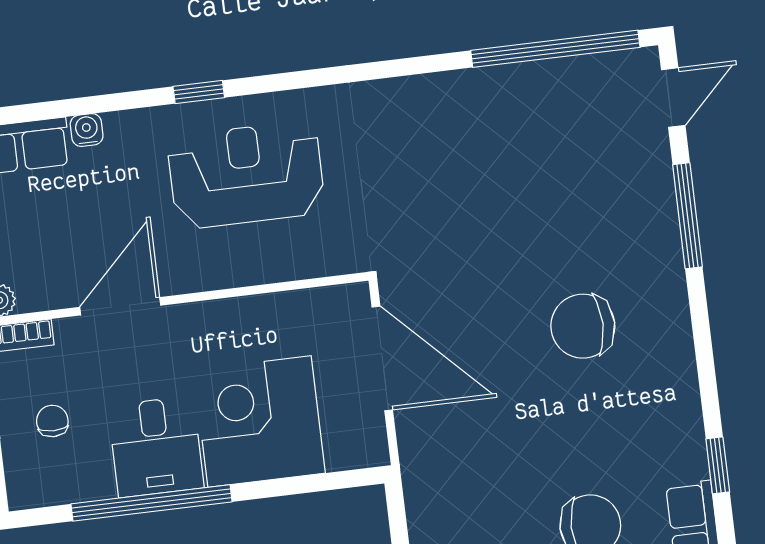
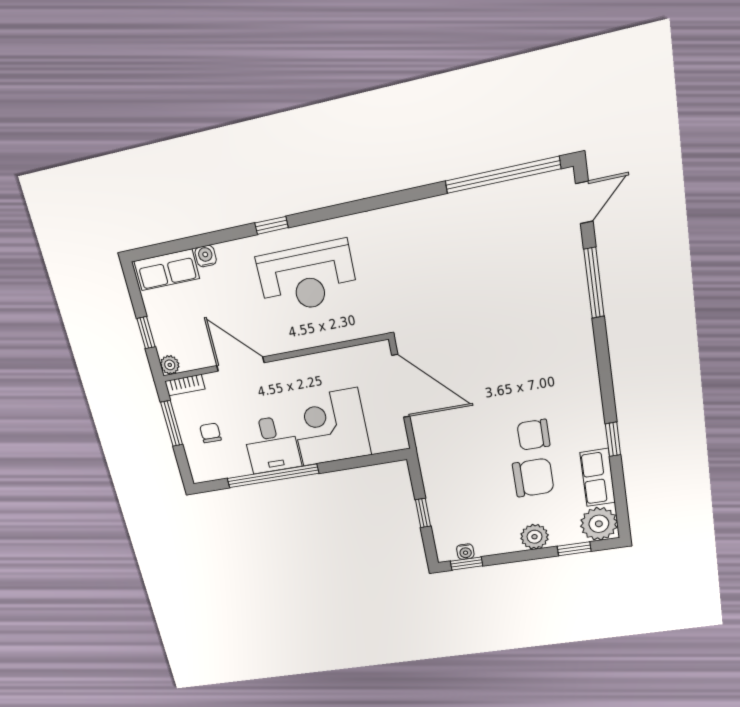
reception desk: (246, 175) -> (307, 277), turned 180
door: (120, 306) -> (240, 364), hinge flipped
chair: (583, 326) -> (533, 435), moved, width x0.73, depth x0.73

